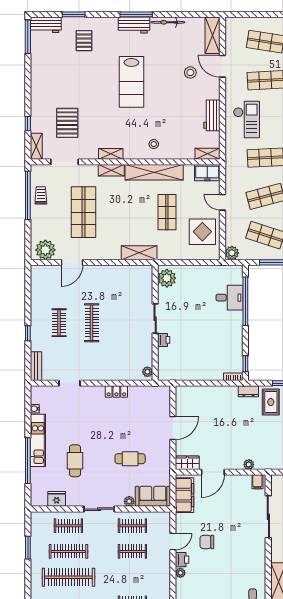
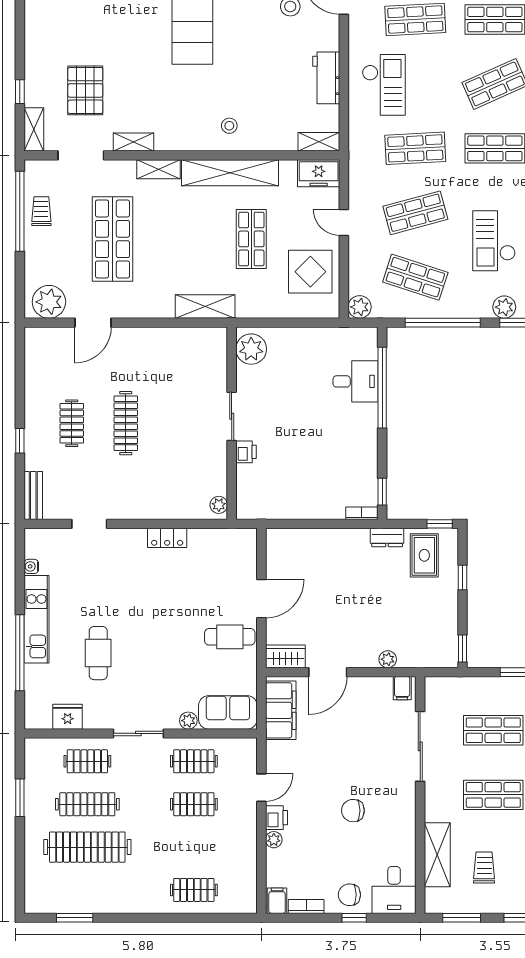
shelving: (111, 154) -> (133, 142), moved
cafe table: (130, 459) -> (230, 637), moved
chair: (207, 542) -> (353, 811), moved

